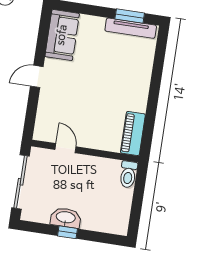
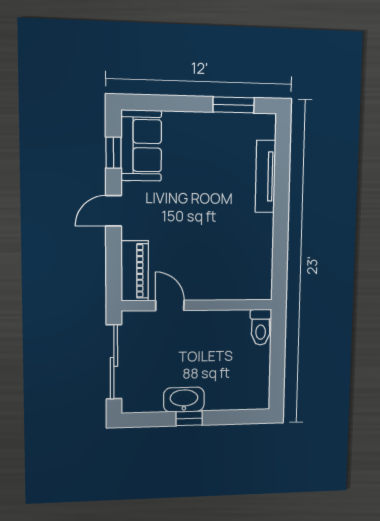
tv unit: (131, 28) -> (265, 176), moved, turned 90
window: (43, 37) -> (113, 153), added
piano: (133, 134) -> (135, 271), moved, turned 180

